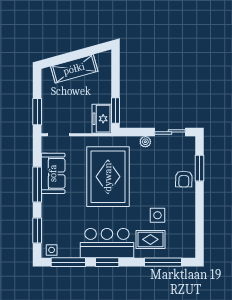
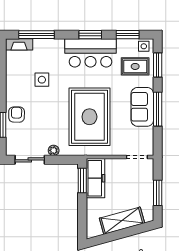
window: (37, 112) -> (158, 193), moved
freezer: (102, 119) -> (95, 178), width x1.40
sofa: (53, 173) -> (142, 107), moved
rug: (150, 239) -> (135, 66), moved
fireplace: (181, 252) -> (19, 44), added
window: (68, 262) -> (128, 35), width x0.69

